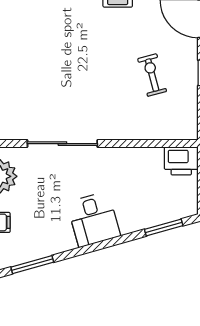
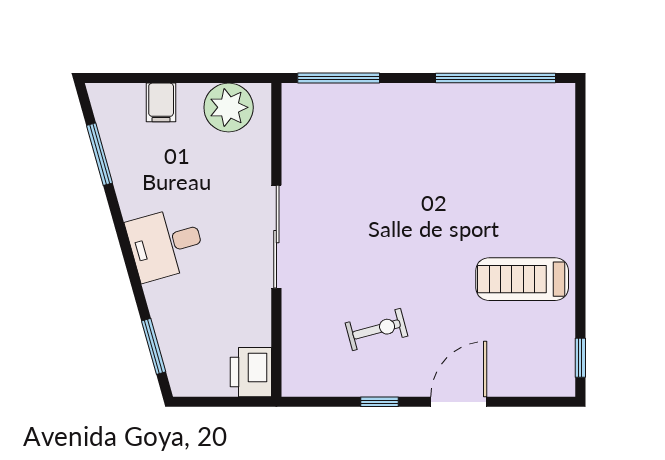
sliding door: (62, 144) -> (276, 237), moved

